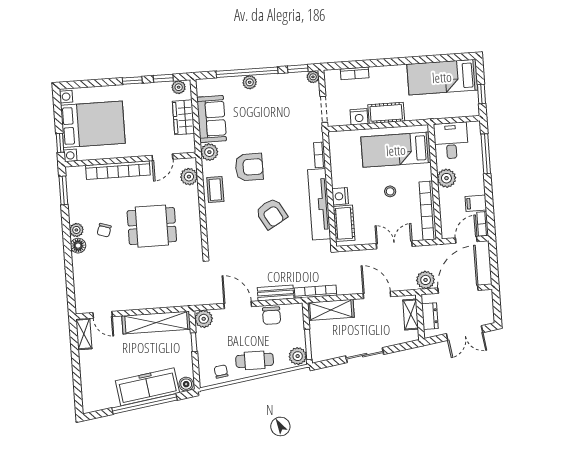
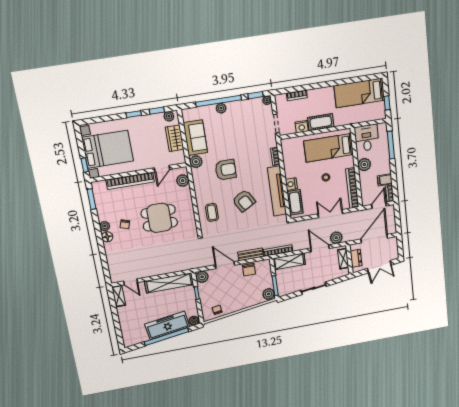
coffee table: (215, 190) -> (212, 212), moved
plant: (426, 280) -> (336, 238), moved
cafe table: (255, 360) -> (240, 300), removed

